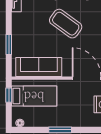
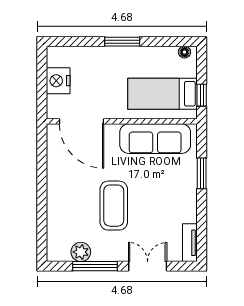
coffee table: (66, 24) -> (114, 206), turned 54

